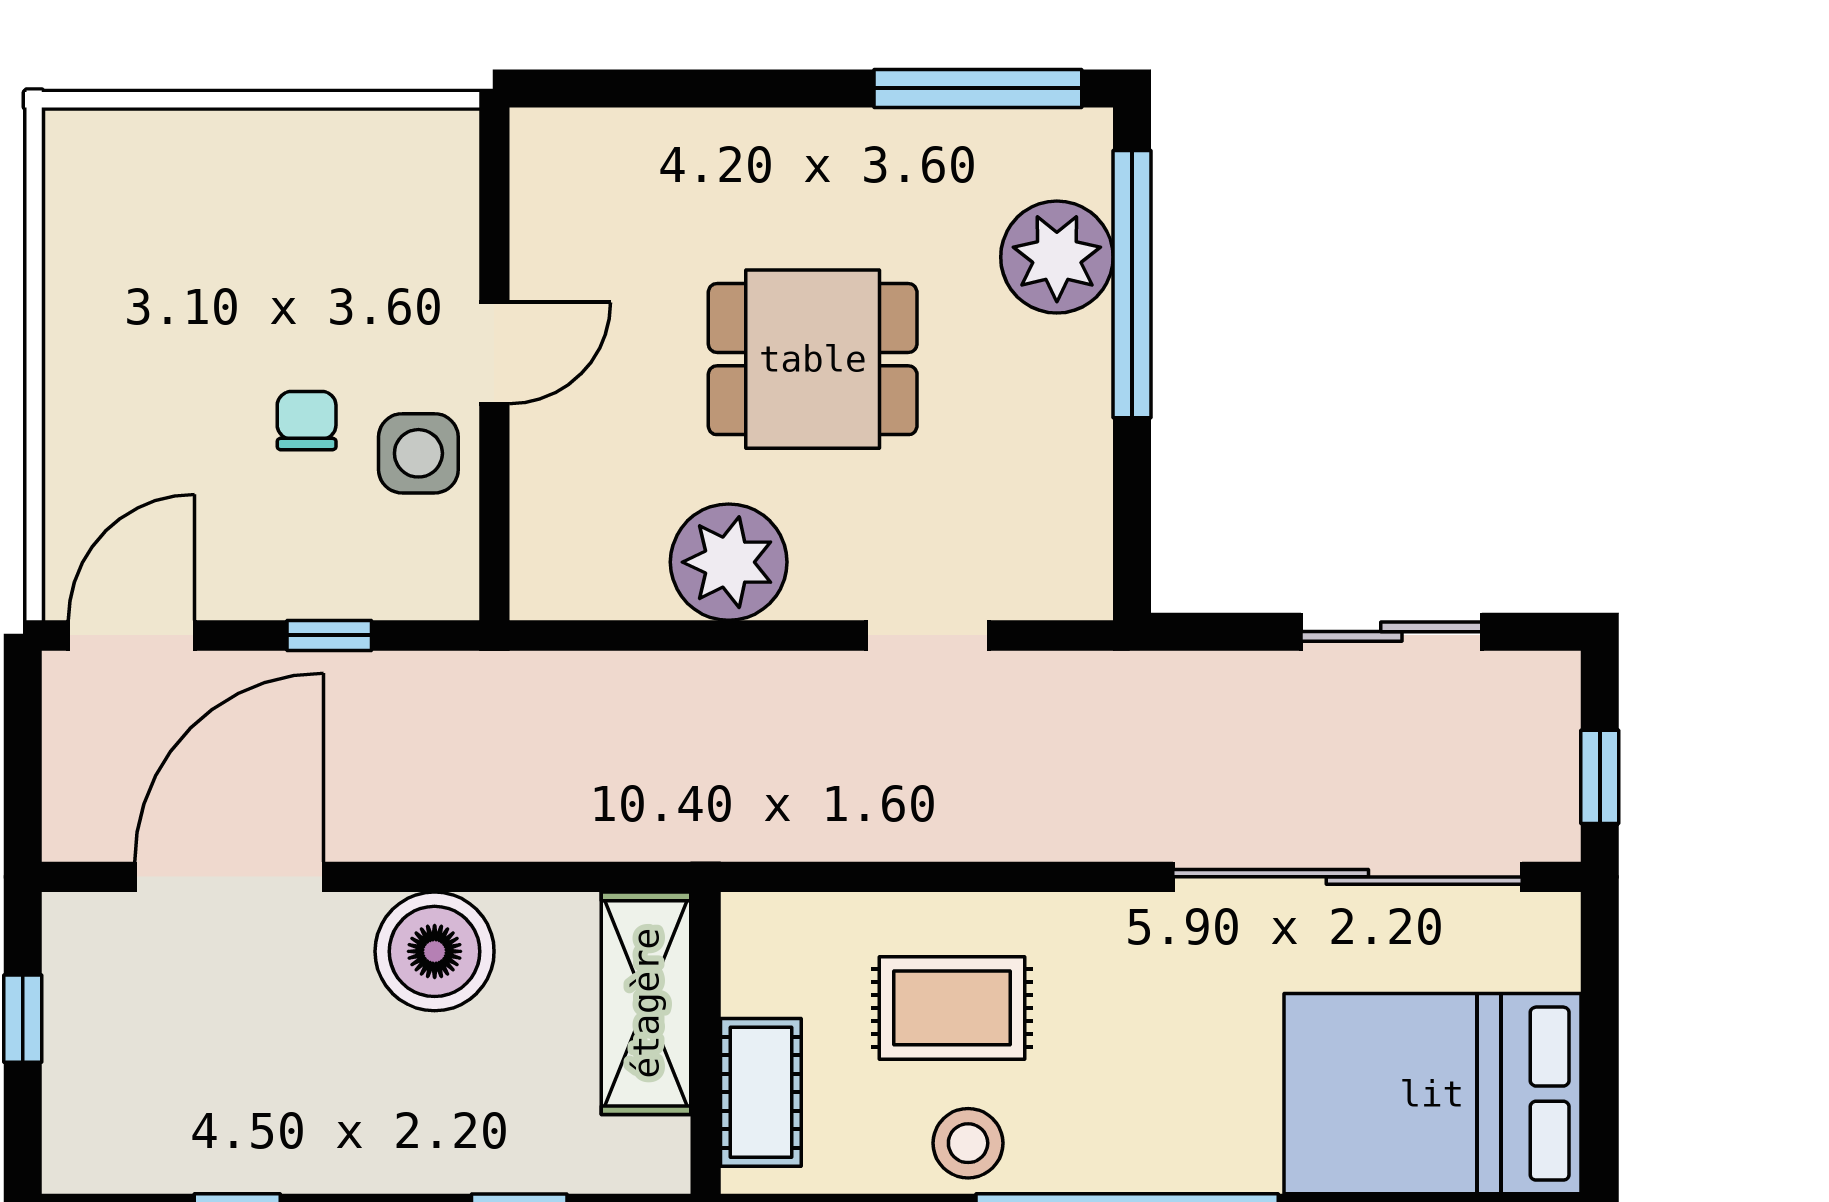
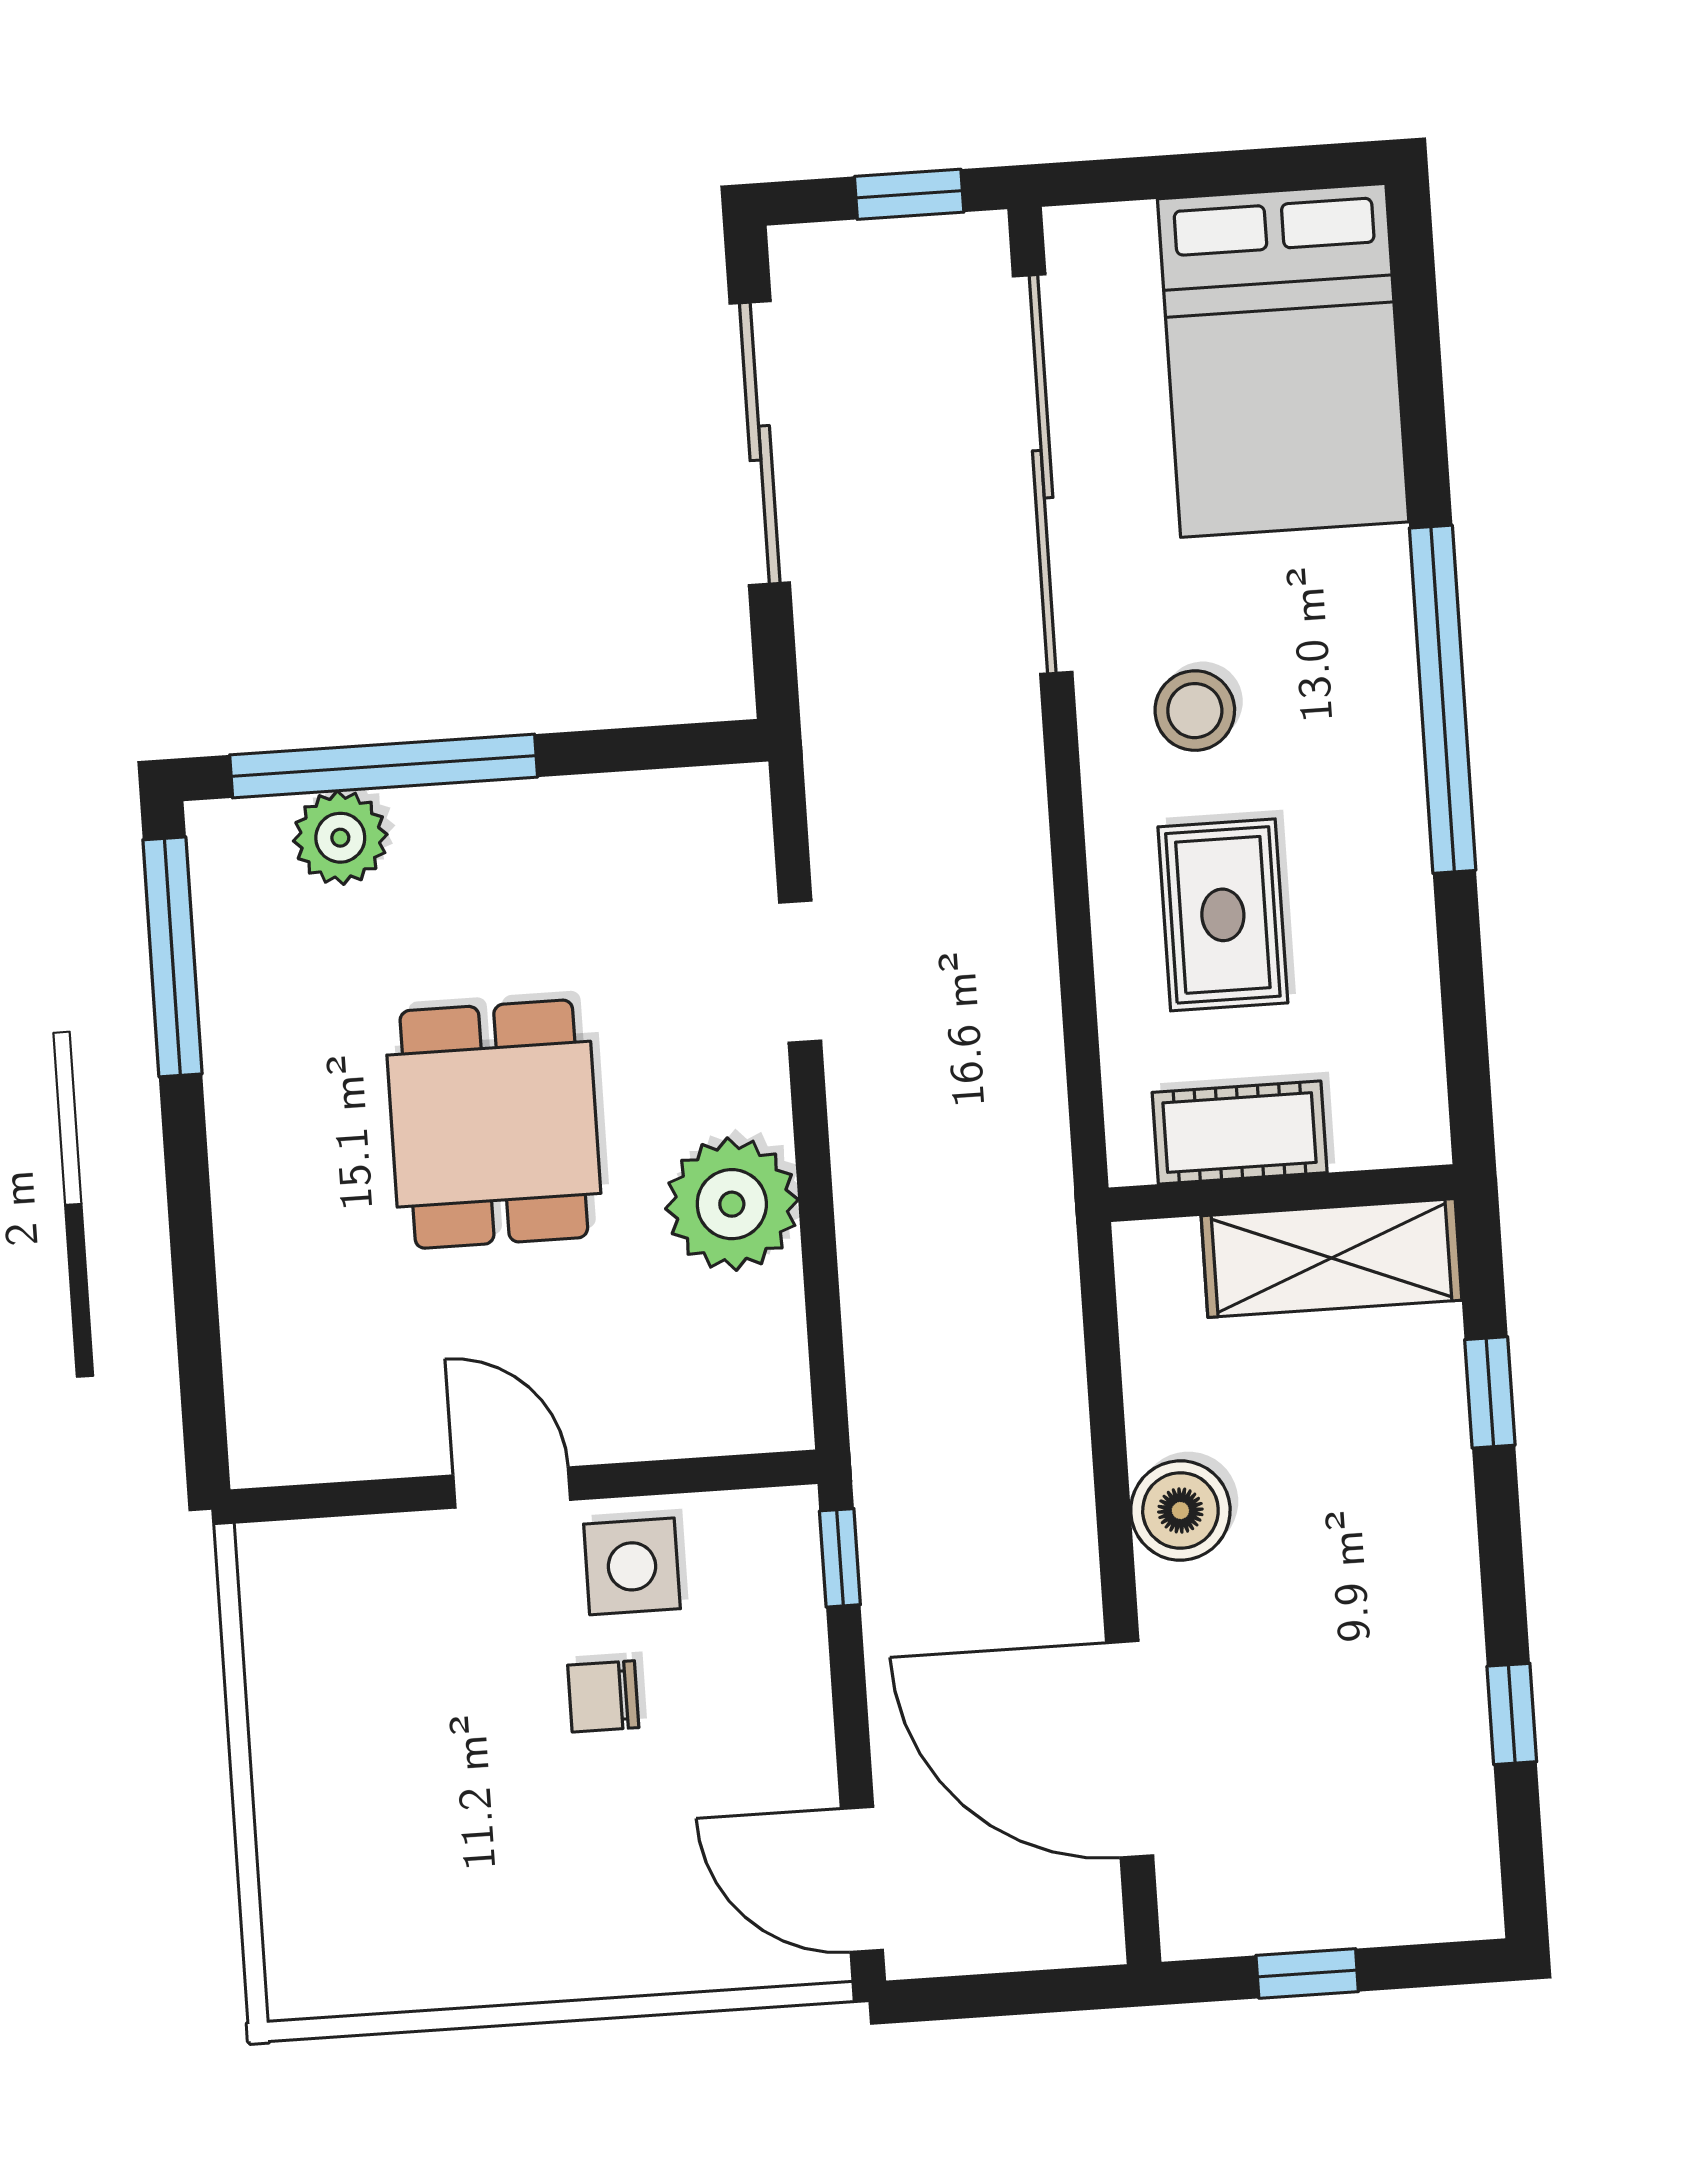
plant: (1057, 257) -> (340, 838), width x0.73, depth x0.73
sliding door: (1391, 632) -> (760, 443), width x1.37
window: (329, 635) -> (840, 1558), moved
boiler: (435, 951) -> (1180, 1511), width x0.73, depth x0.73
shelving: (646, 1003) -> (1331, 1258), moved
cot: (761, 1092) -> (1240, 1133), moved
stool: (968, 1143) -> (1195, 711), moved

